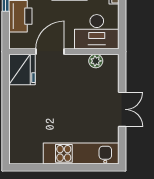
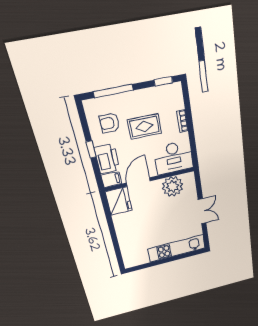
filing cabinet: (19, 41) -> (111, 180), added
plant: (96, 61) -> (173, 186), width x1.88, depth x1.88

